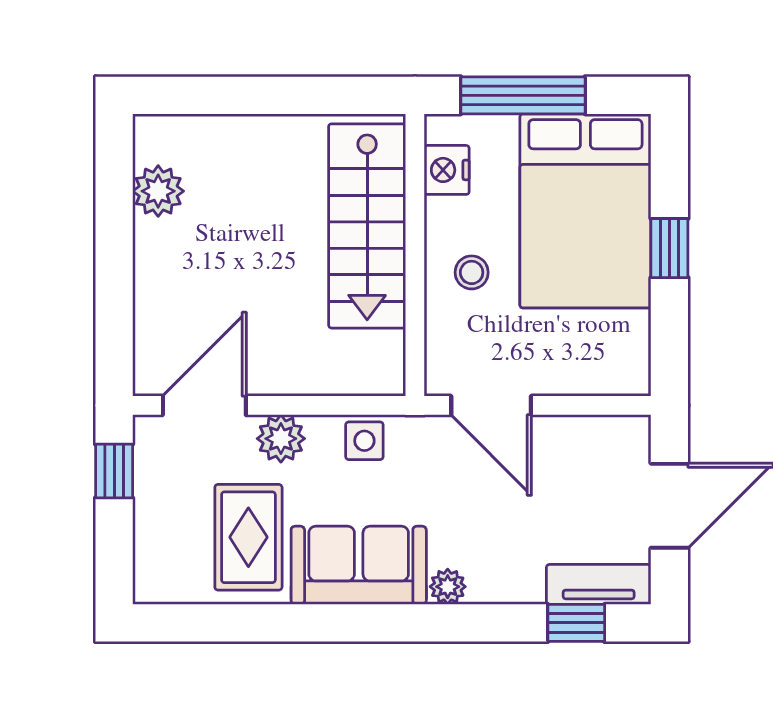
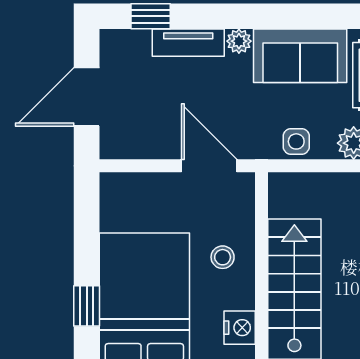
window: (669, 248) -> (87, 306), moved
tv unit: (599, 584) -> (188, 43), moved

